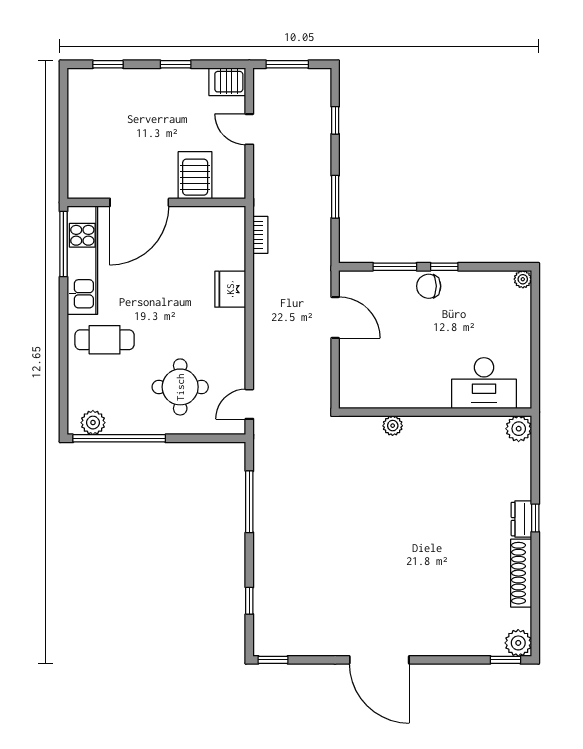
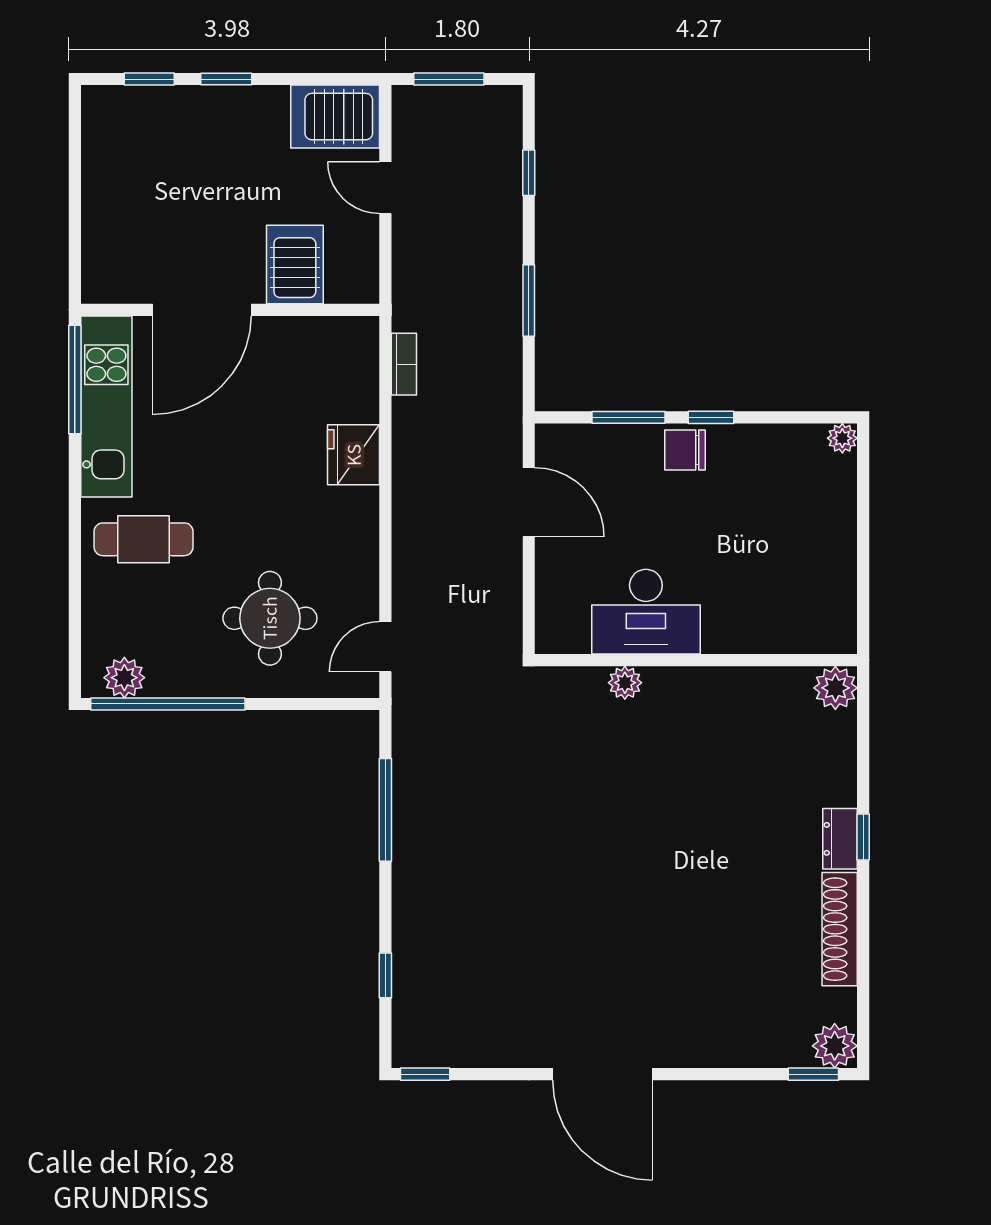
window: (176, 64) -> (226, 79), moved
server rack: (227, 82) -> (335, 117), width x1.36, depth x1.44
desk: (484, 383) -> (646, 612), moved

